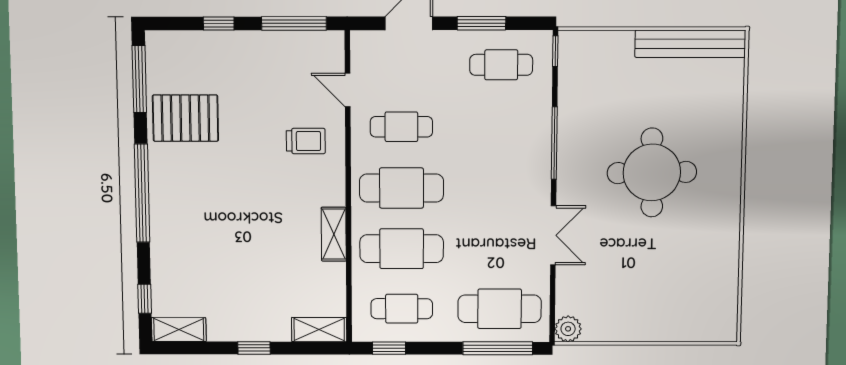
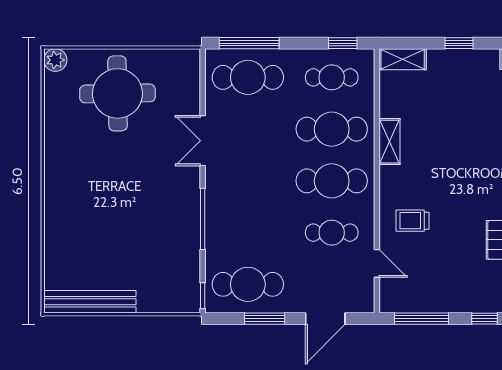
cafe table: (501, 65) -> (248, 284), width x1.37, depth x1.35
round table: (652, 172) -> (117, 93), moved
plant: (568, 329) -> (55, 60), moved

